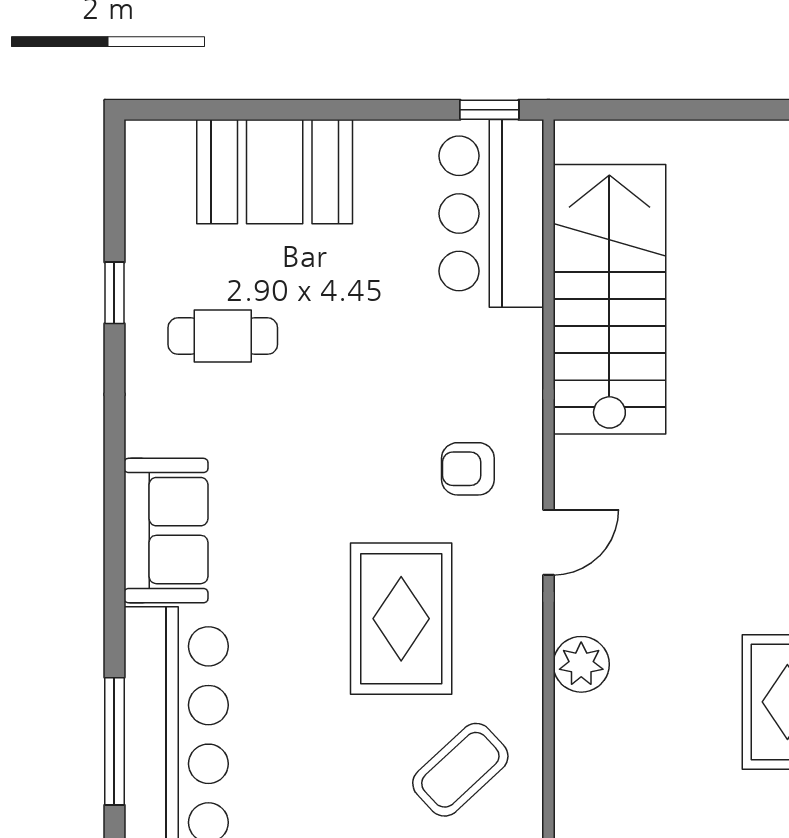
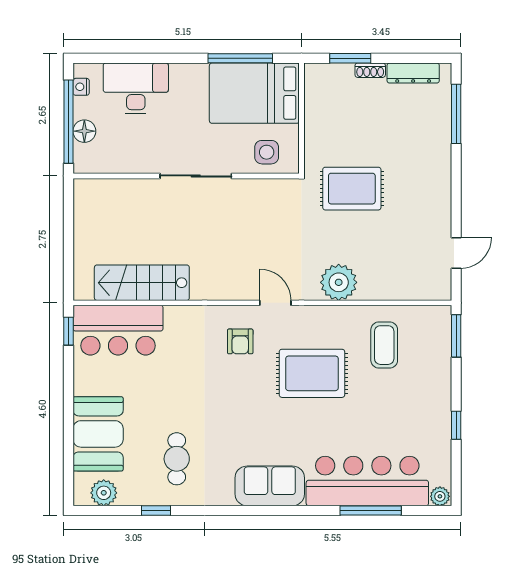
plant: (152, 184) -> (104, 493), added
stairs: (609, 299) -> (142, 283), width x0.73, depth x0.66
plant: (581, 664) -> (339, 282), width x1.36, depth x1.36
coffee table: (460, 770) -> (384, 345), turned 43

